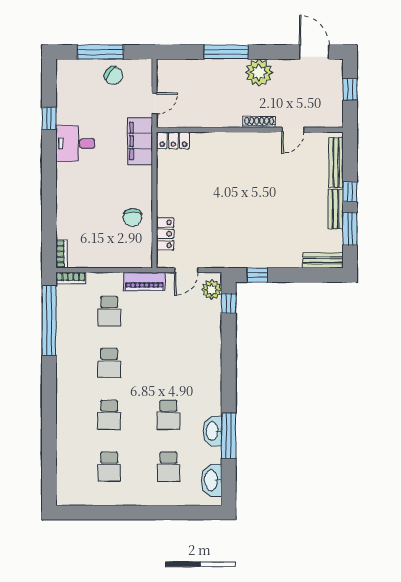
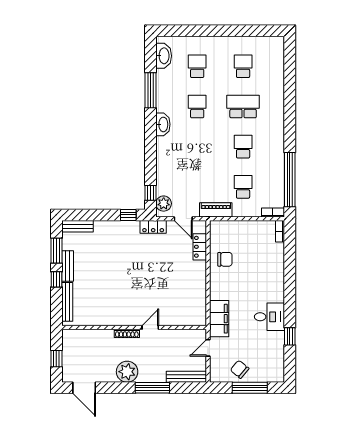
bench: (182, 66) -> (186, 377), added
door: (293, 130) -> (150, 328), moved
locker: (173, 140) -> (153, 227), moved, turned 180
chair: (133, 218) -> (225, 259), turned 90
door: (186, 270) -> (183, 219), swing flipped
school desk: (109, 415) -> (243, 106), width x1.85
washbasin: (213, 431) -> (163, 124), moved

